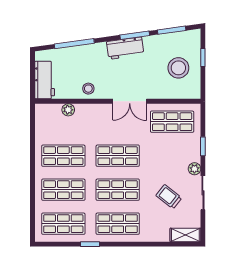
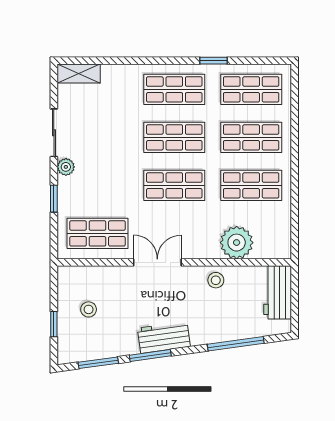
stool: (178, 68) -> (89, 309), width x0.53, depth x0.53
plant: (68, 110) -> (237, 243), width x1.88, depth x1.88
trolley: (169, 197) -> (102, 127), removed

